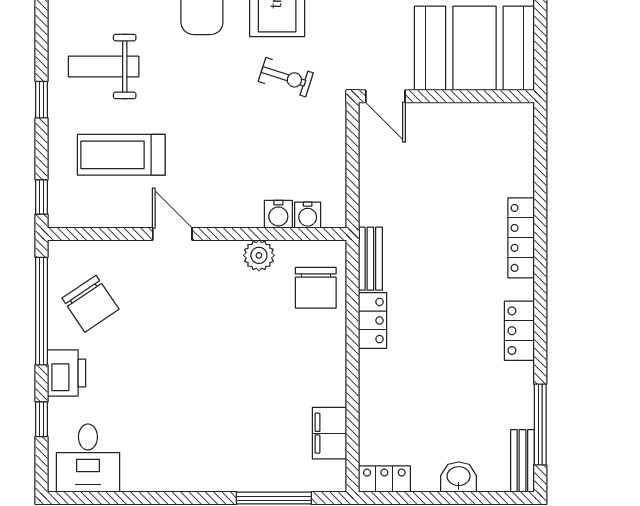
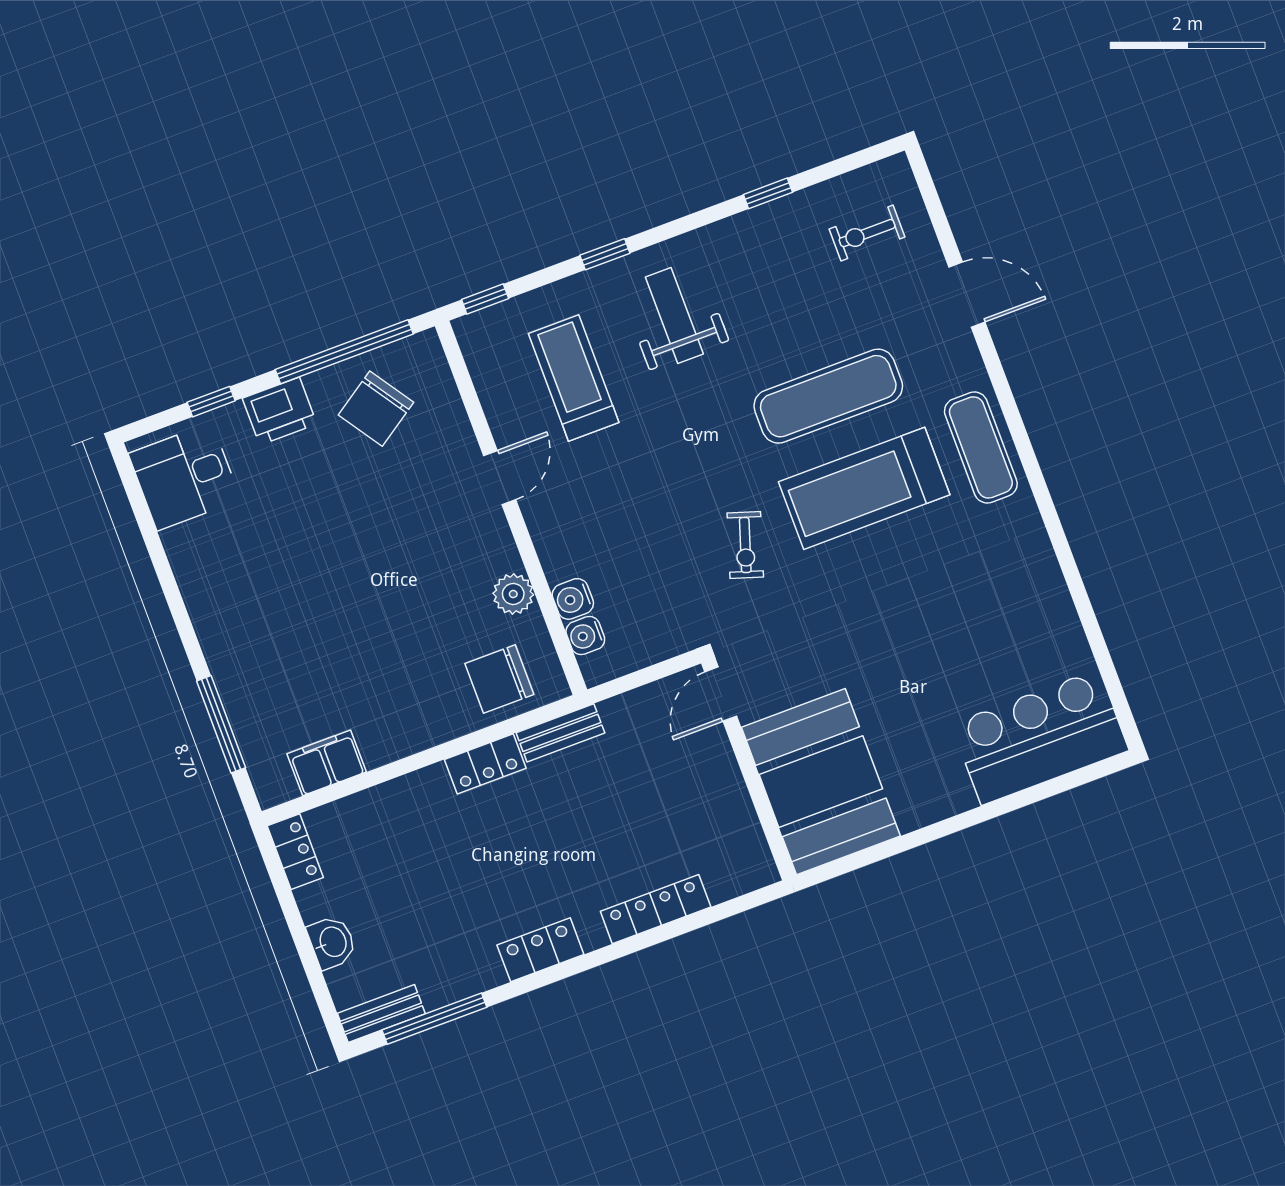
booth: (474, 48) -> (821, 782), moved
door: (385, 96) -> (721, 694), moved
wall: (446, 96) -> (749, 769), moved

